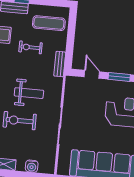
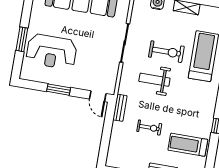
exercise mat: (49, 23) -> (128, 151), removed
door: (92, 74) -> (98, 96), moved

